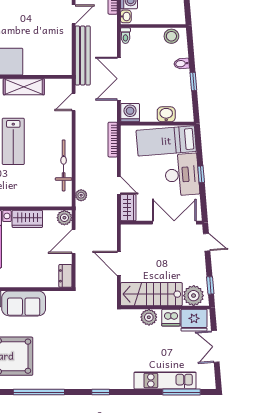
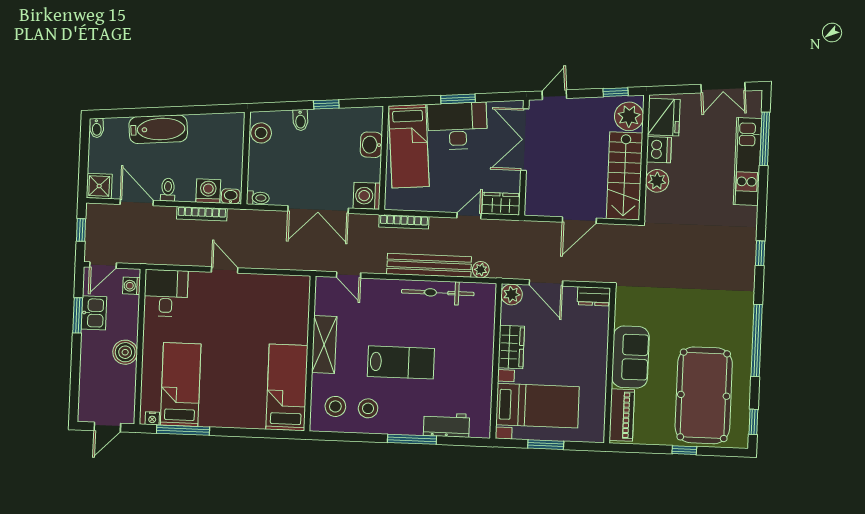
bench: (83, 55) -> (429, 265), moved
window: (201, 174) -> (458, 99), width x1.50
double door: (215, 346) -> (723, 88), moved

